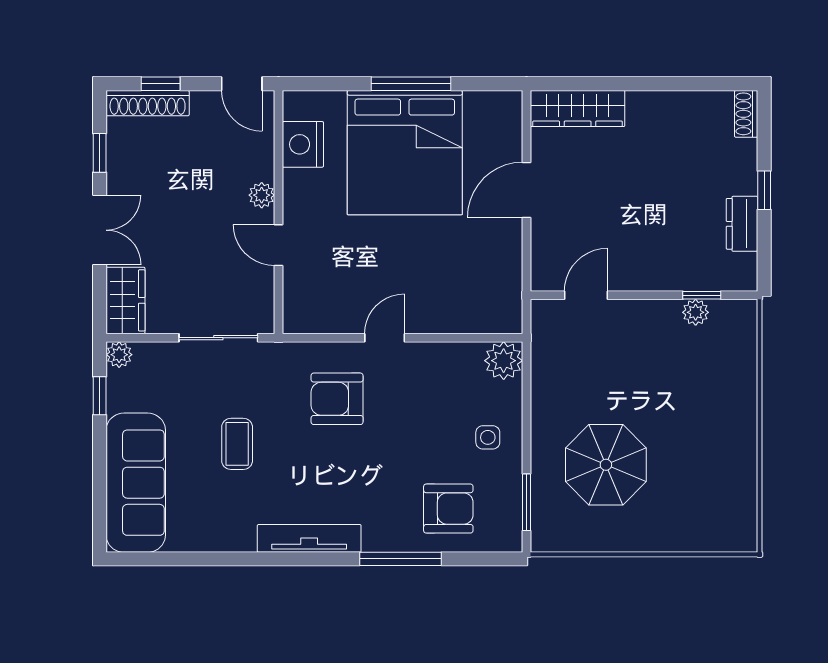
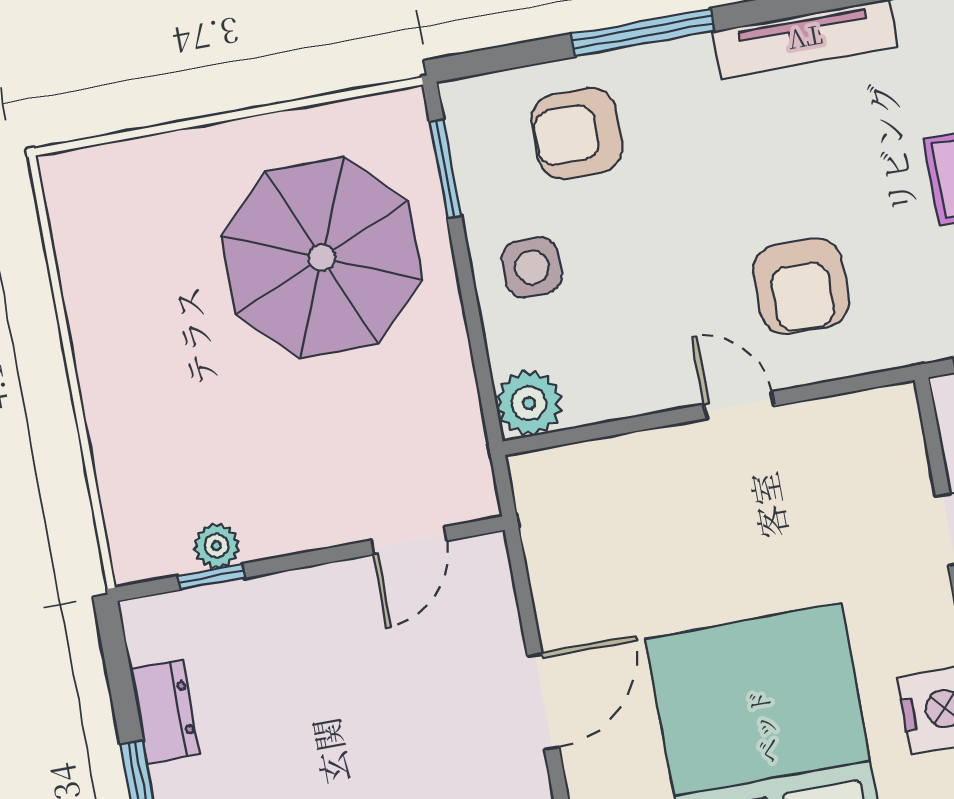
door: (385, 338) -> (739, 405), swing flipped
armchair: (337, 399) -> (801, 286), turned 90
side table: (488, 437) -> (532, 267), width x1.37, depth x1.37
parasol: (606, 465) -> (322, 258), width x1.36, depth x1.36

